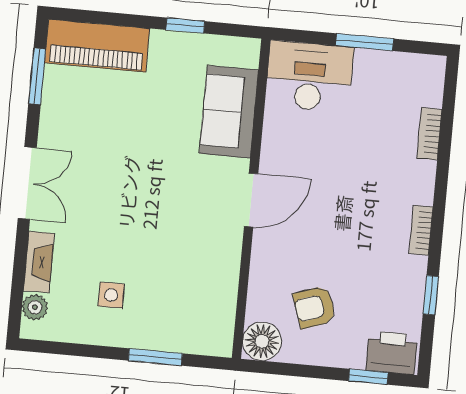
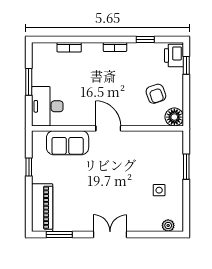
fireplace: (39, 262) -> (147, 226), removed

